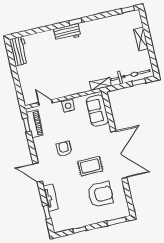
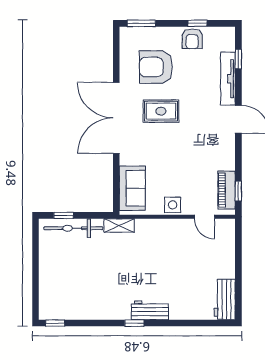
shelving: (141, 39) -> (46, 277), removed
armchair: (64, 149) -> (192, 39), moved
tv unit: (51, 198) -> (228, 79), width x1.41

